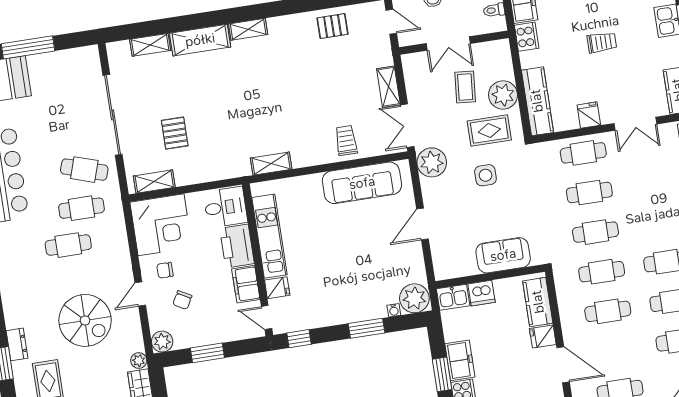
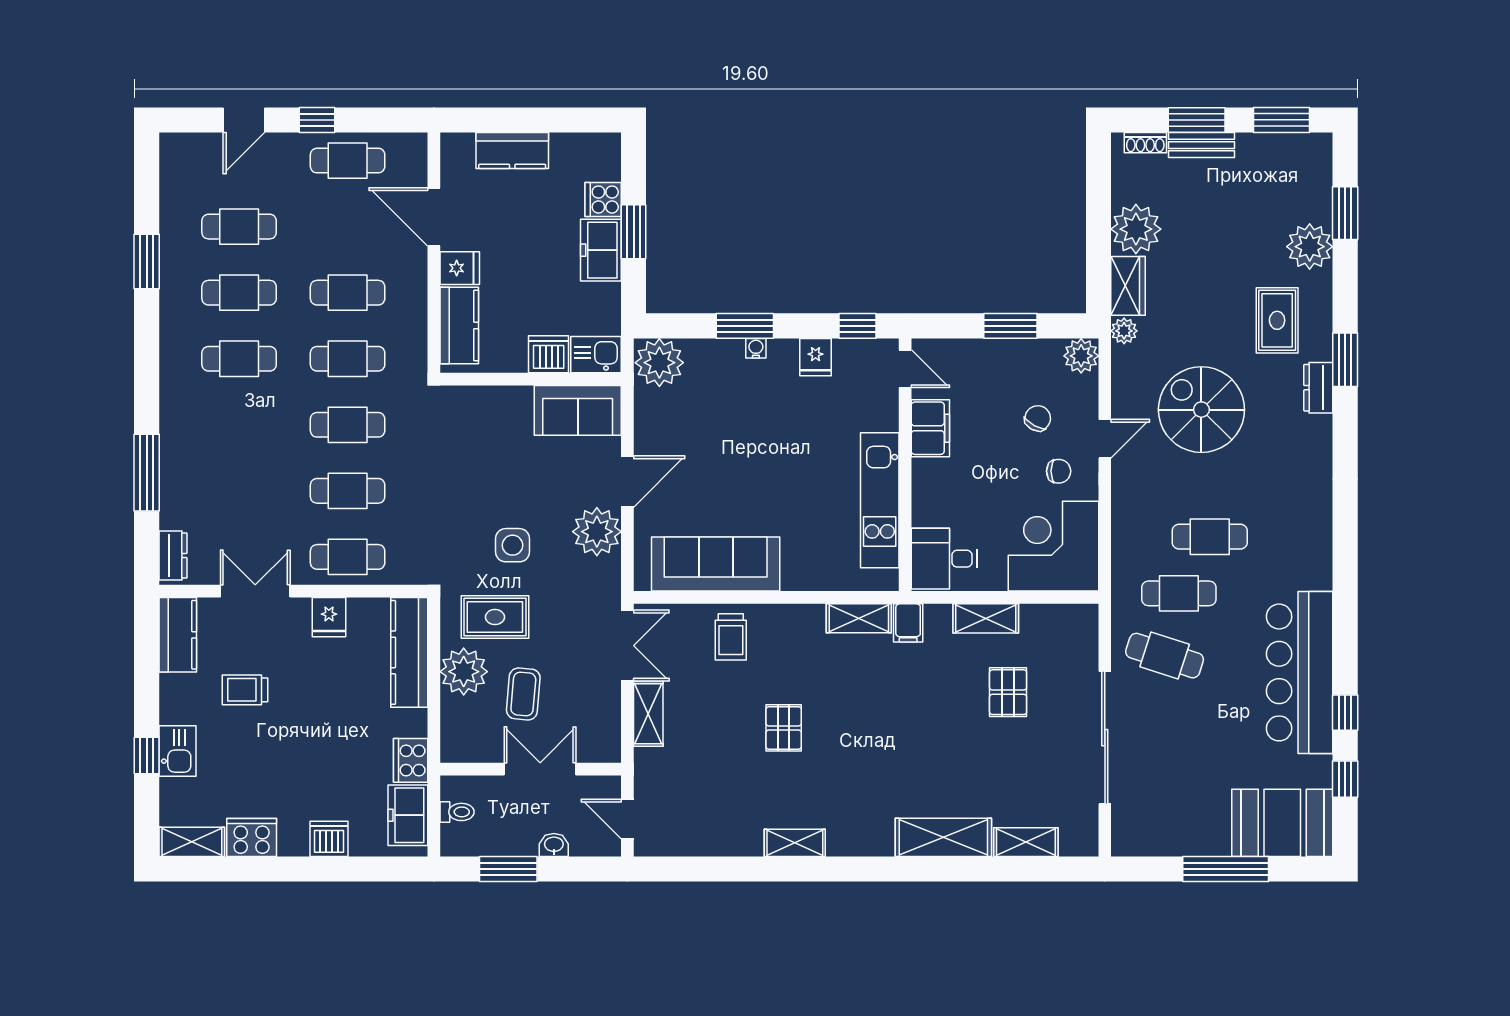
pallet: (333, 26) -> (784, 728), moved, turned 90
shelving: (248, 29) -> (795, 843), moved
trolley: (602, 42) -> (245, 690), moved
plant: (432, 162) -> (597, 532), moved
filing cabinet: (241, 165) -> (908, 623), added
shelving: (154, 182) -> (986, 618), moved
printer: (237, 246) -> (935, 492), removed
sofa: (503, 255) -> (578, 410), moved
fridge: (277, 288) -> (816, 357), moved, turned -90
water cooler: (394, 310) -> (756, 348), moved

